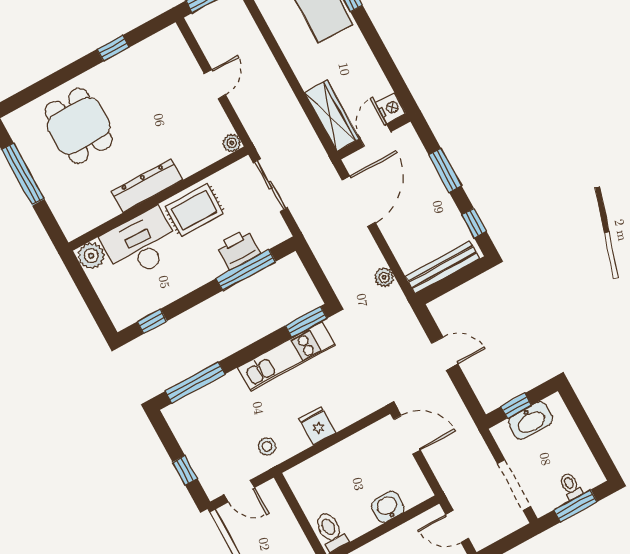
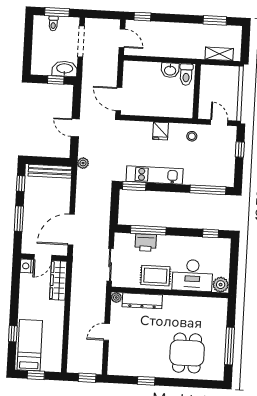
dresser: (147, 186) -> (142, 301), moved
plant: (384, 277) -> (83, 163), moved
washbasin: (531, 421) -> (65, 69), moved
washbasin: (388, 507) -> (170, 70), moved

